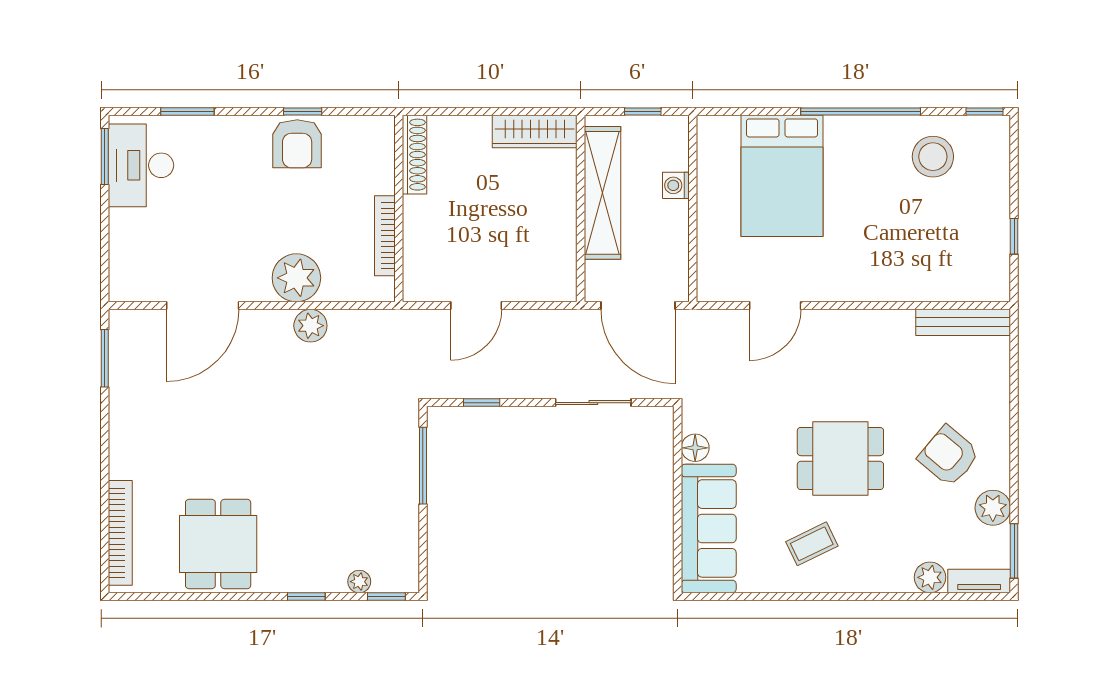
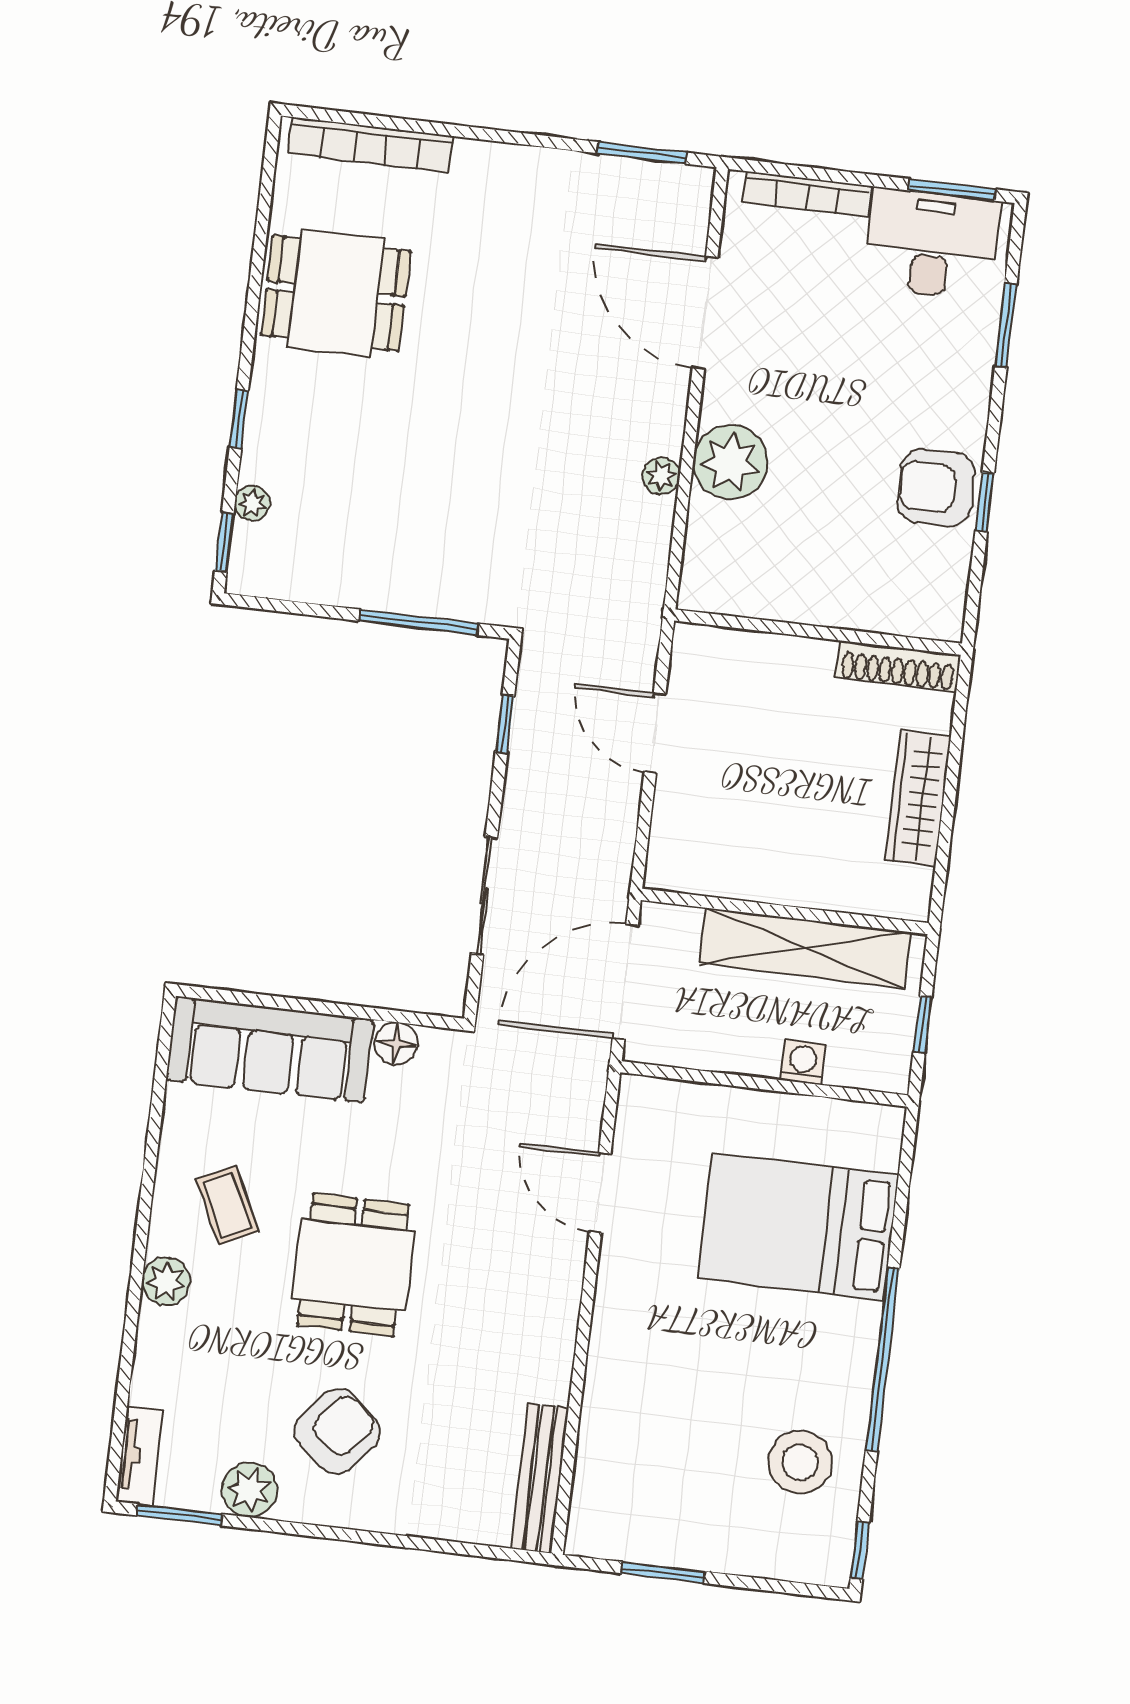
wardrobe: (535, 132) -> (918, 799), moved
bookcase: (385, 236) -> (807, 194), moved, turned 180
window: (1014, 236) -> (663, 1572), width x1.50
plant: (310, 326) -> (661, 476), width x0.73, depth x0.73
plant: (930, 577) -> (166, 1281), moved

